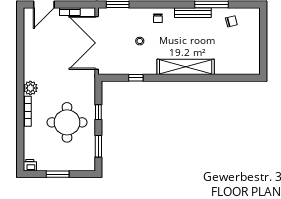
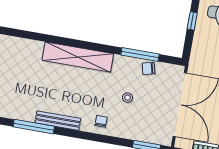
chair: (231, 21) -> (149, 68), moved
window: (136, 78) -> (140, 54), width x2.17

